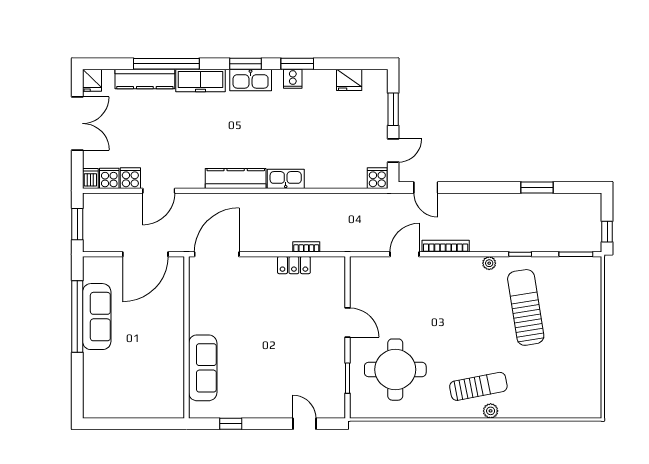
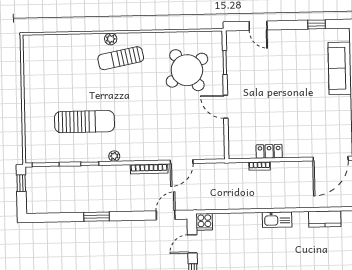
kitchen counter: (236, 178) -> (325, 219), width x0.67
door: (426, 187) -> (166, 215), hinge flipped
window: (537, 187) -> (97, 217), moved
sun lounger: (526, 307) -> (84, 122), turned -81
round table: (395, 370) -> (187, 70), turned -36

